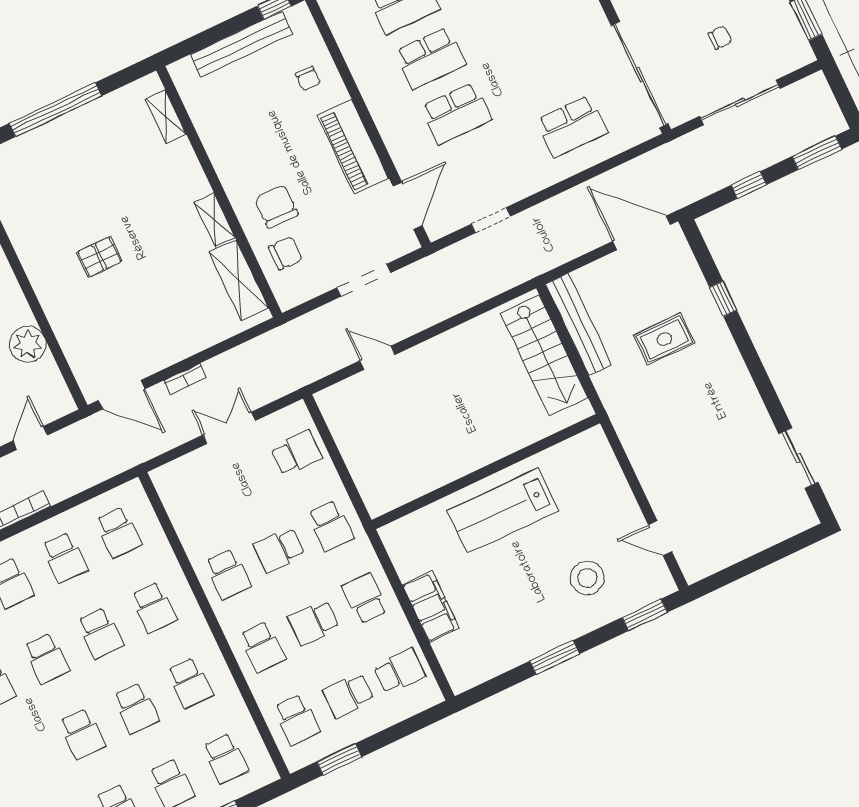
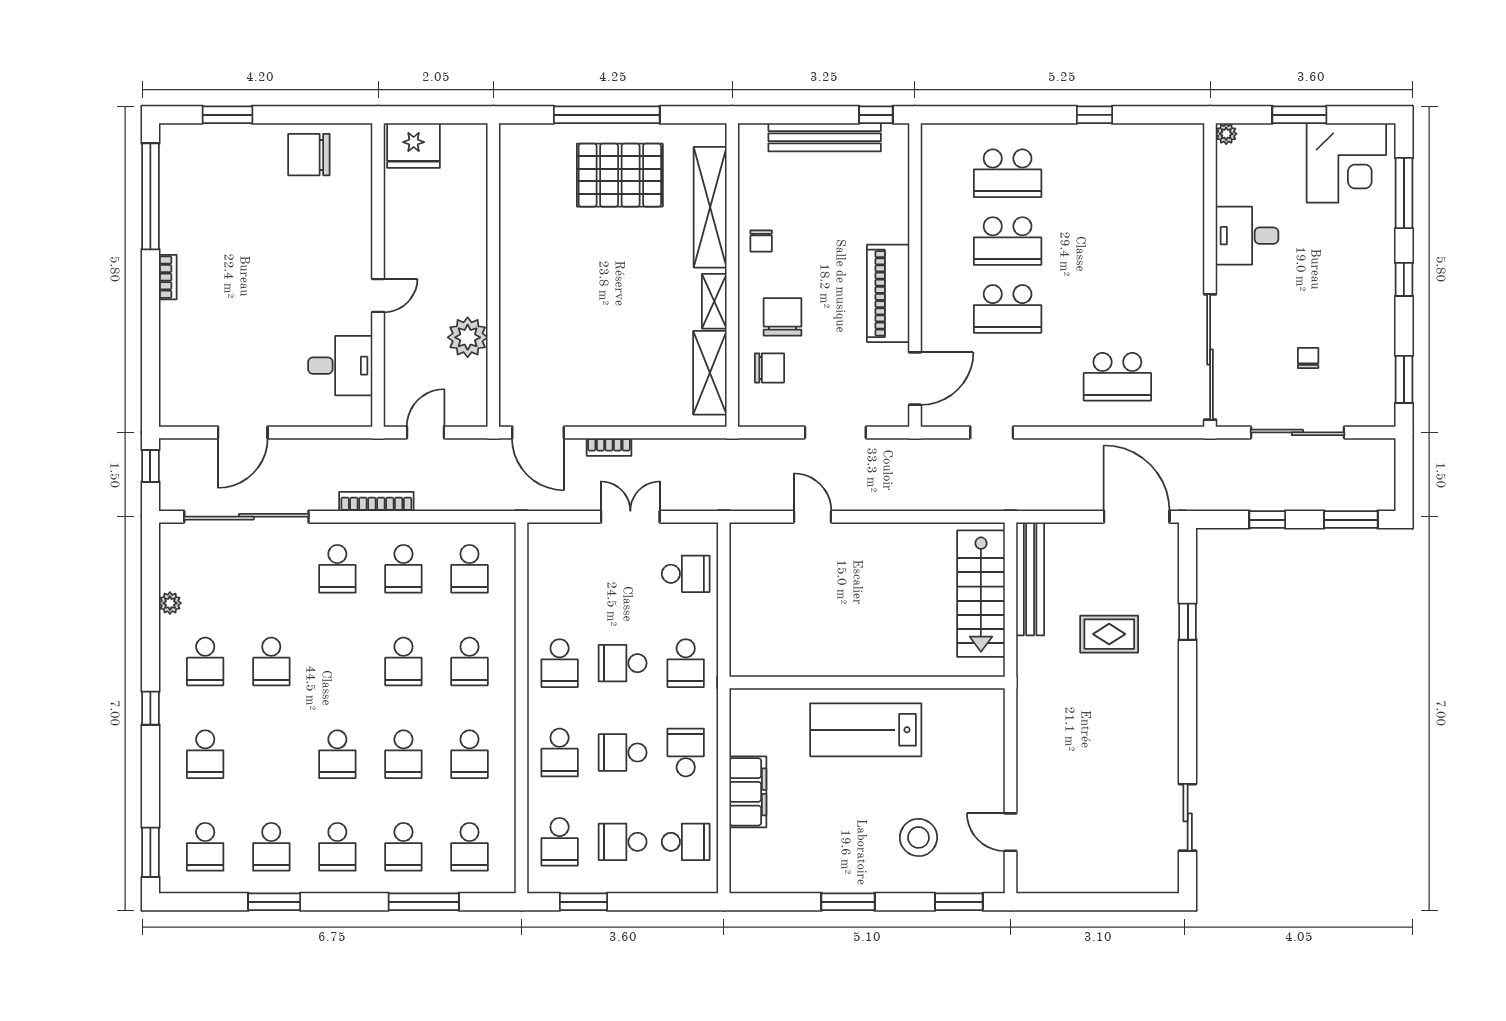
chair: (720, 38) -> (1308, 358), turned -90
chair: (308, 78) -> (761, 241), moved
shelving: (166, 117) -> (710, 207), width x2.20, depth x1.33
pallet: (99, 257) -> (620, 175), moved, width x2.05, depth x2.00
school desk: (46, 658) -> (337, 661), removed

